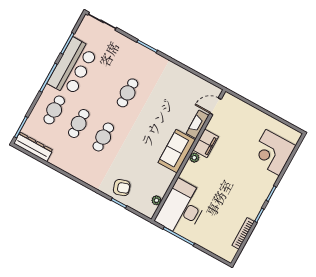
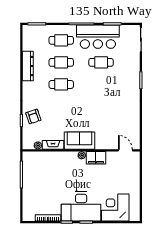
cafe table: (128, 93) -> (101, 62), moved
fireplace: (197, 124) -> (53, 145), moved
dresser: (33, 147) -> (28, 66), moved
desk: (182, 208) -> (81, 206), moved, turned 180

